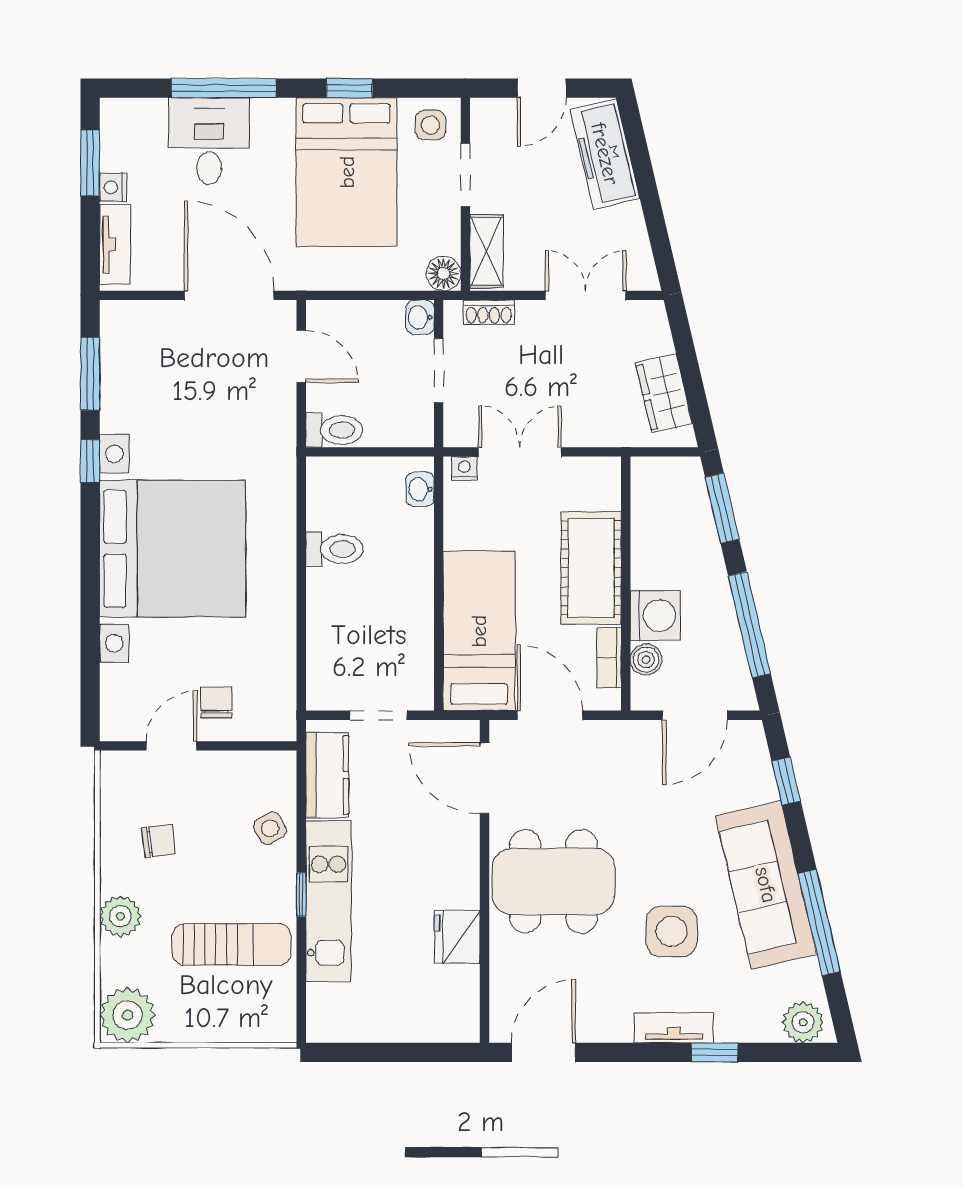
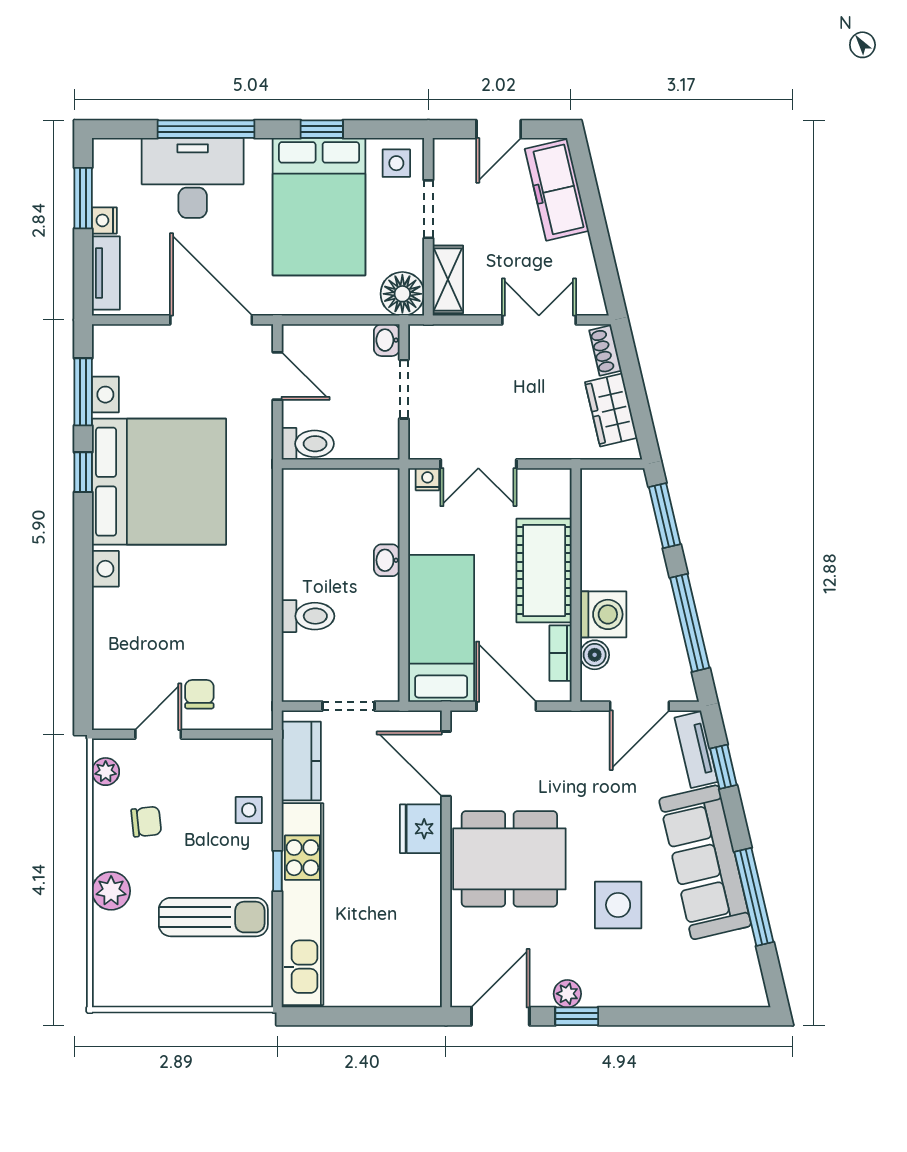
desk: (209, 141) -> (193, 178), width x1.37
floor lamp: (444, 274) -> (402, 294), width x1.38, depth x1.38
shoe rack: (489, 312) -> (605, 350), moved, turned 77
double door: (520, 452) -> (478, 464), swing flipped
washbasin: (420, 489) -> (387, 560), moved
bed with nightstands: (173, 549) -> (159, 482), moved
toilet: (334, 549) -> (308, 616), moved
side table: (270, 828) -> (249, 810), turned 30
kitchen unit: (328, 901) -> (302, 904), width x1.36
fridge: (457, 937) -> (421, 829), moved
plant: (127, 1015) -> (106, 772), moved, width x0.53, depth x0.53
plant: (803, 1022) -> (567, 994), moved, width x0.73, depth x0.73
tv unit: (674, 1028) -> (696, 750), moved, turned -103
window: (715, 1052) -> (577, 1016), moved

